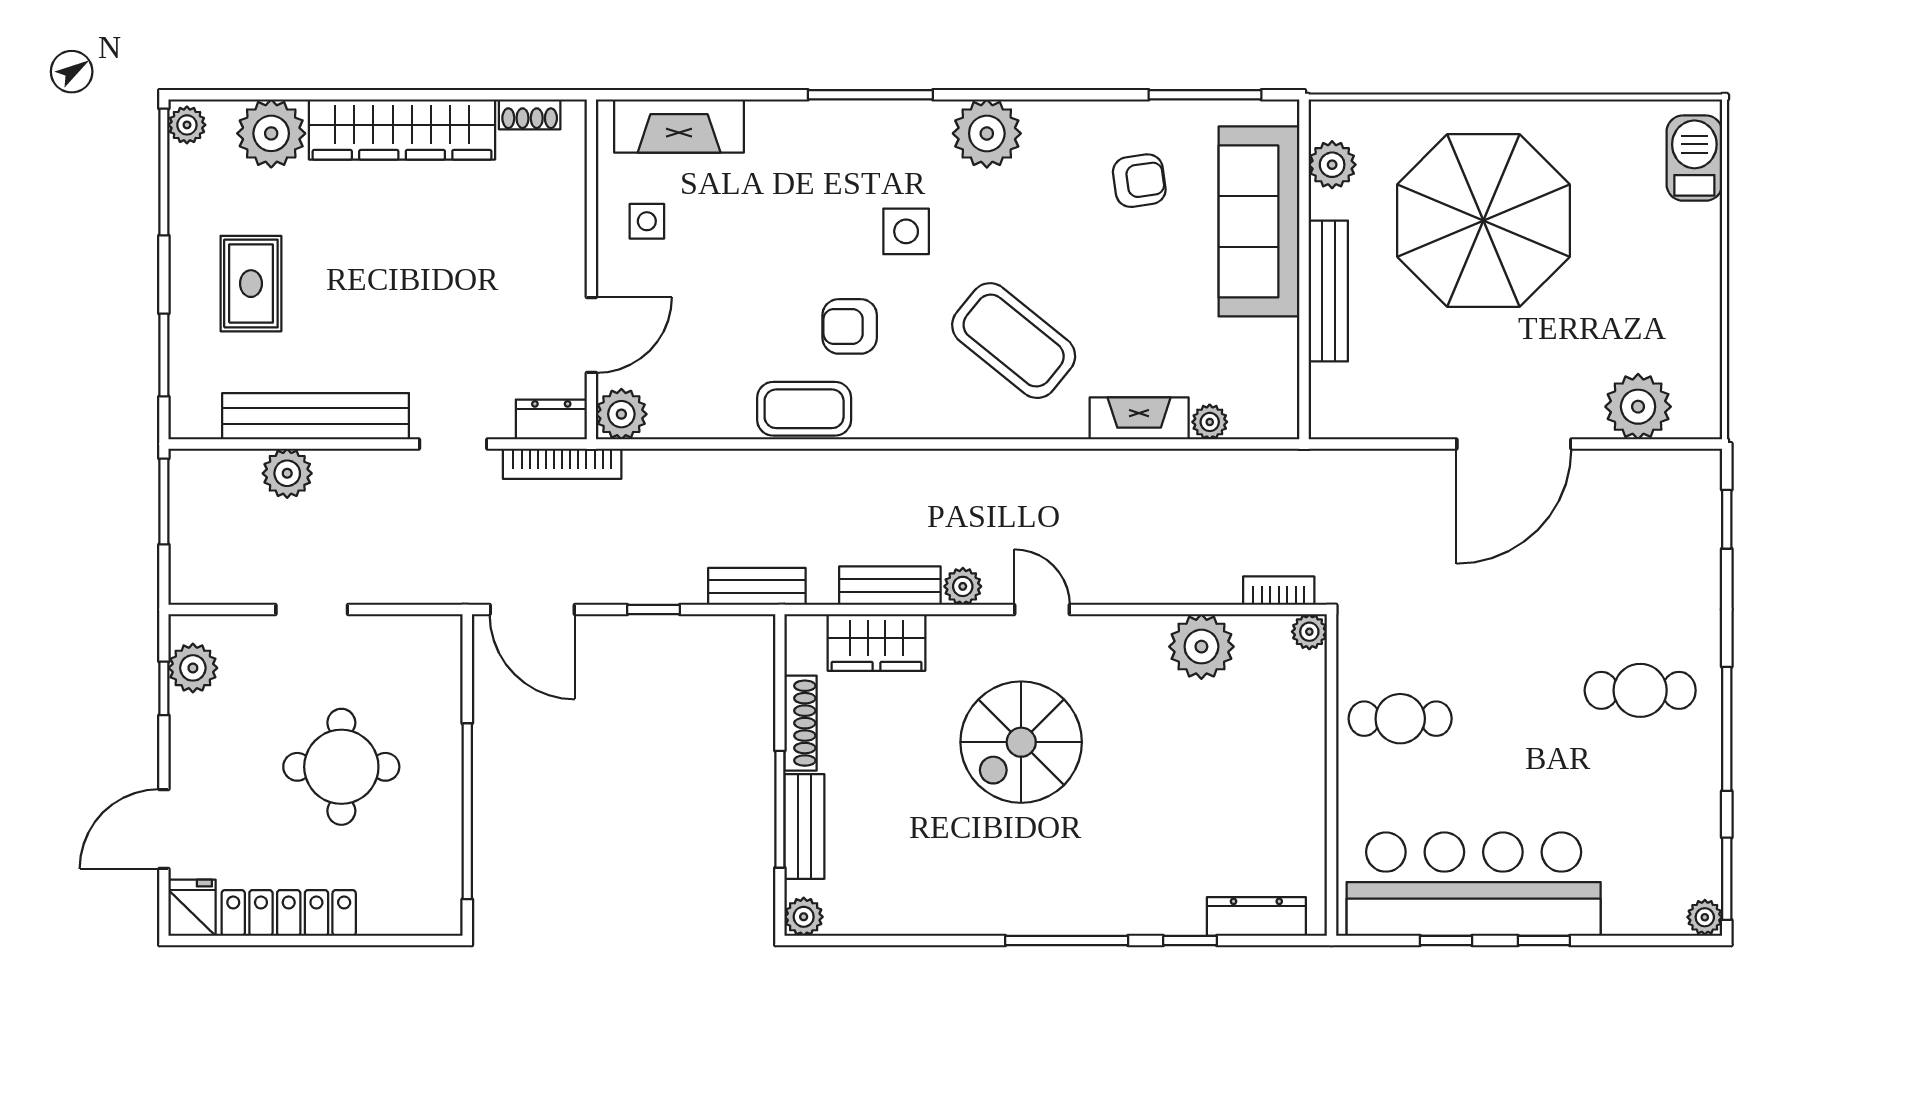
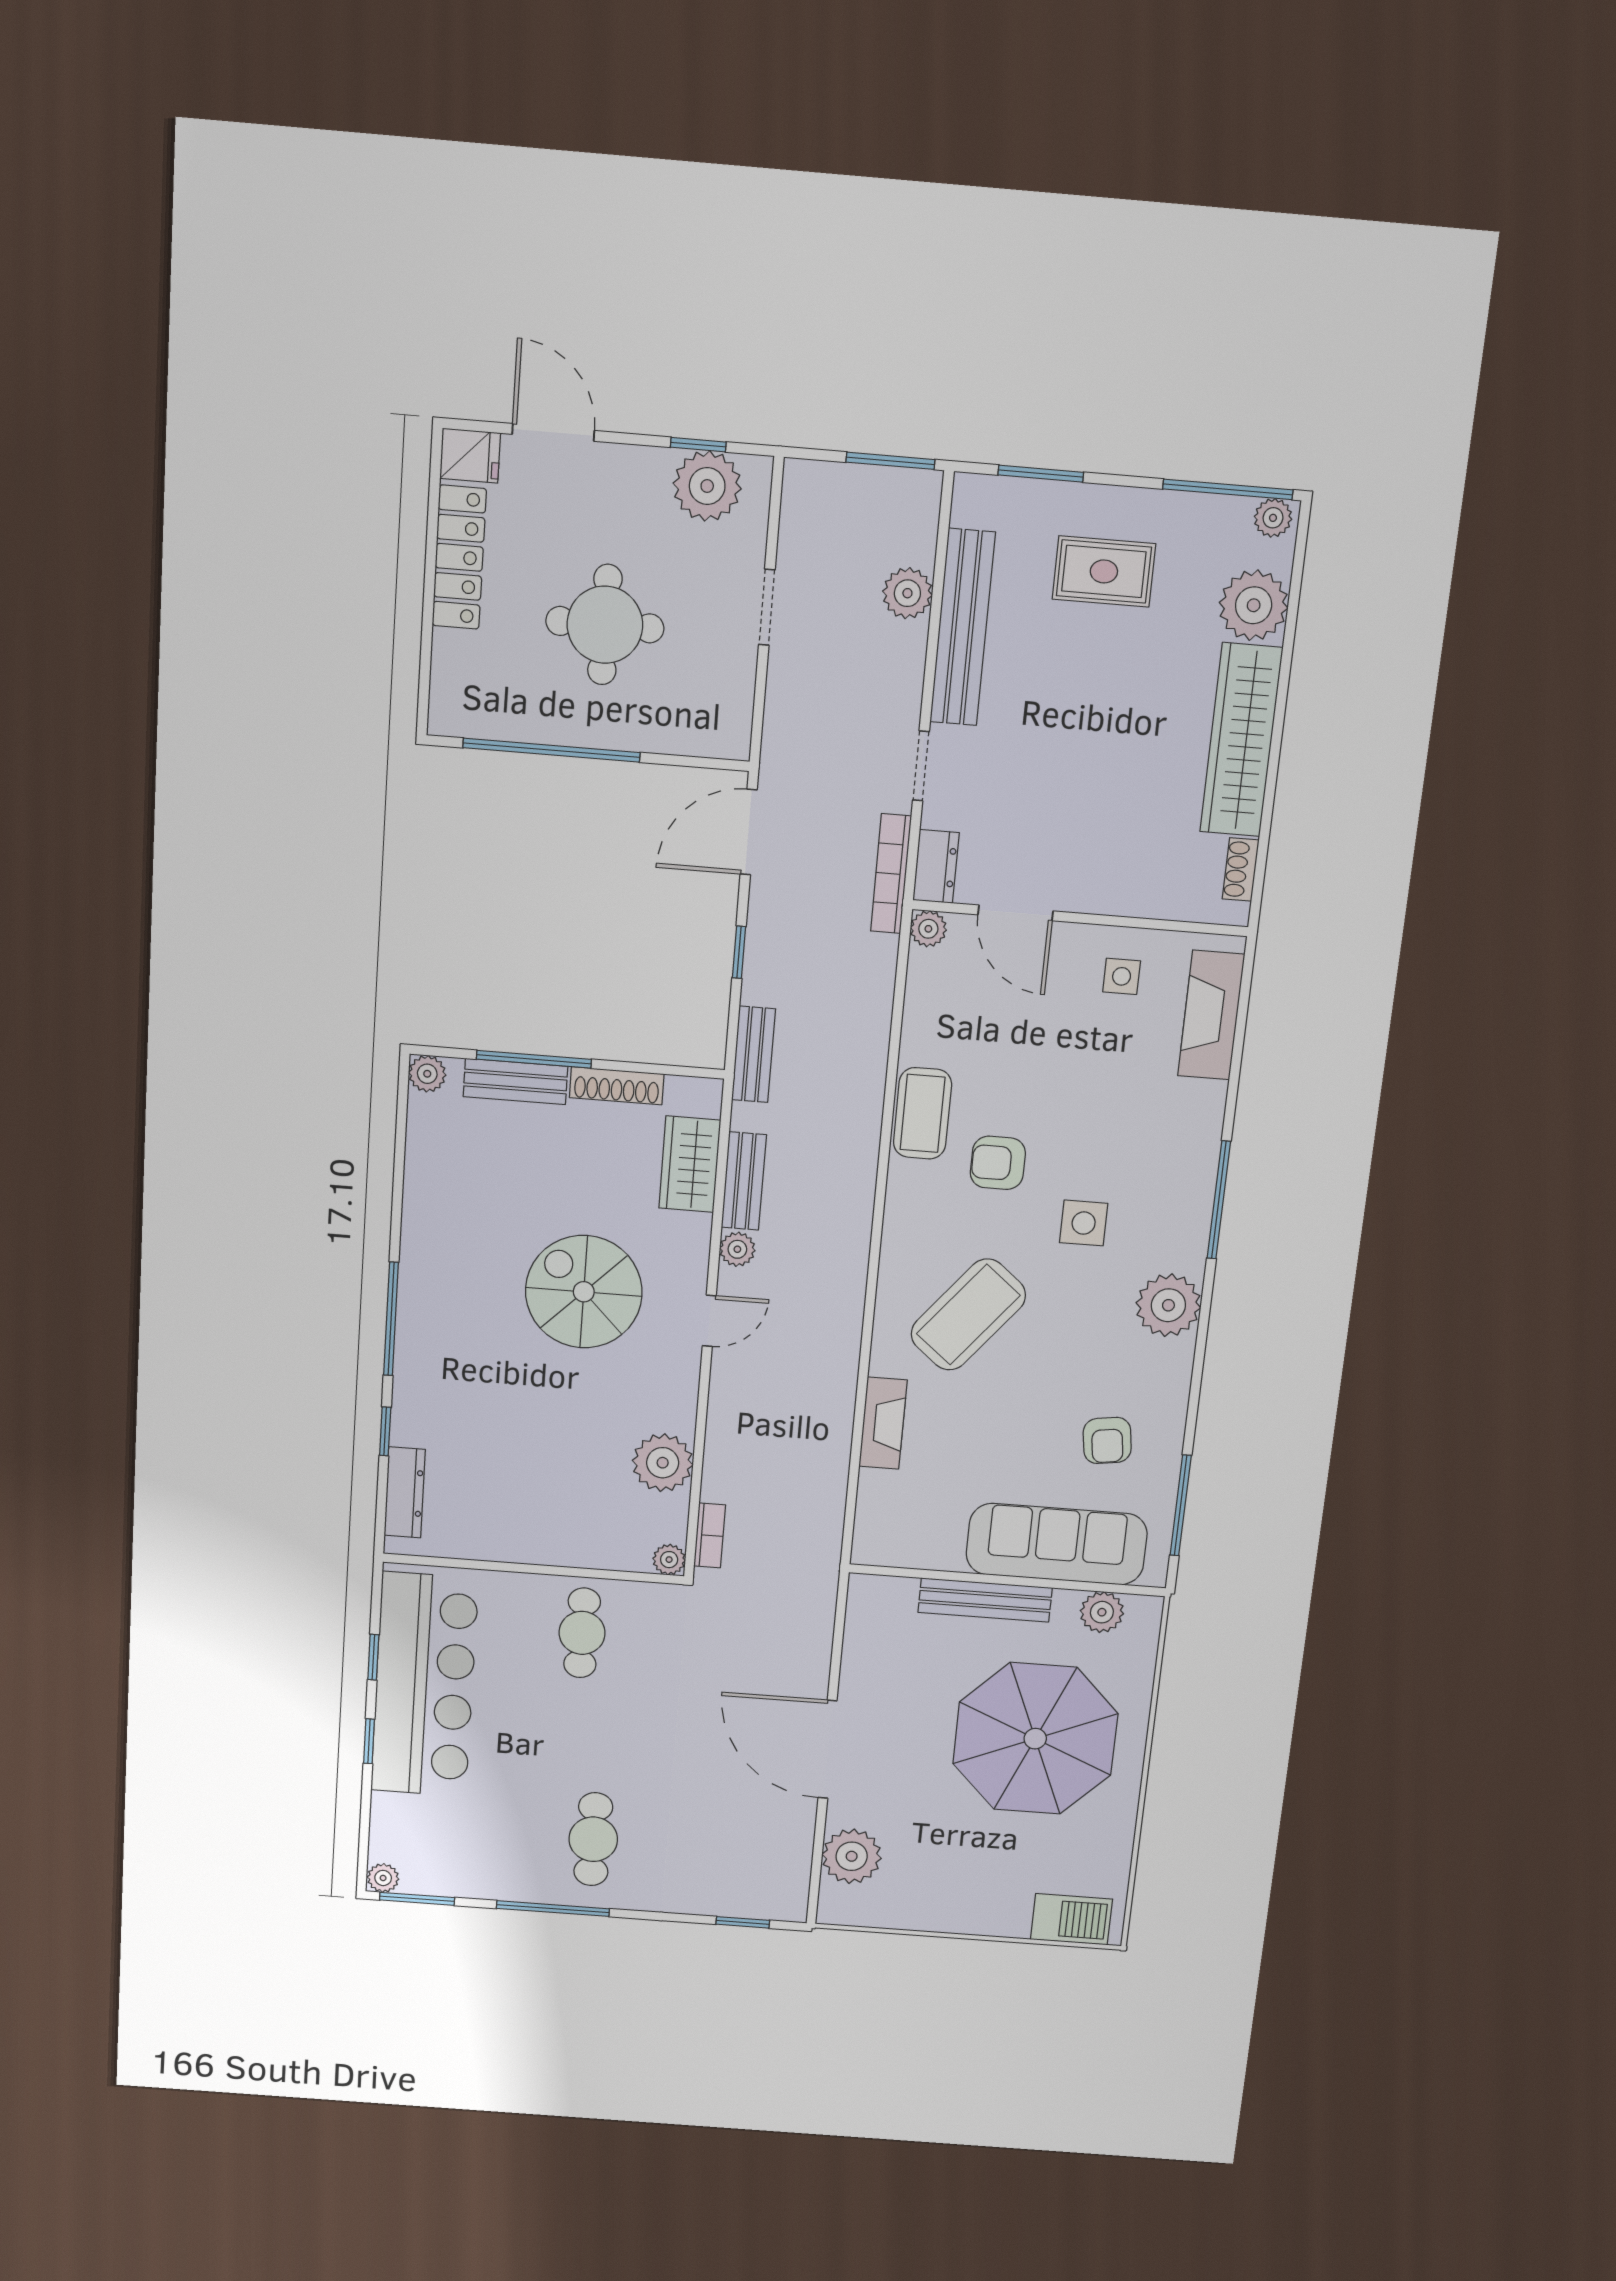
armchair: (850, 326) -> (998, 1163), turned -90
plant: (621, 414) -> (928, 929), width x0.73, depth x0.73
plant: (1210, 422) -> (873, 1486), removed
plant: (193, 668) -> (707, 486), width x1.36, depth x1.36

